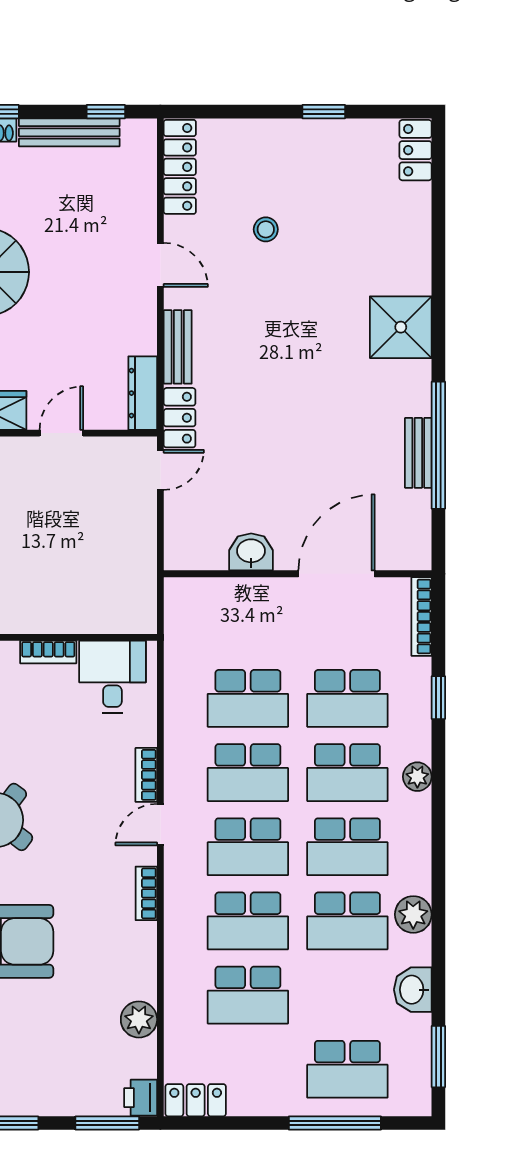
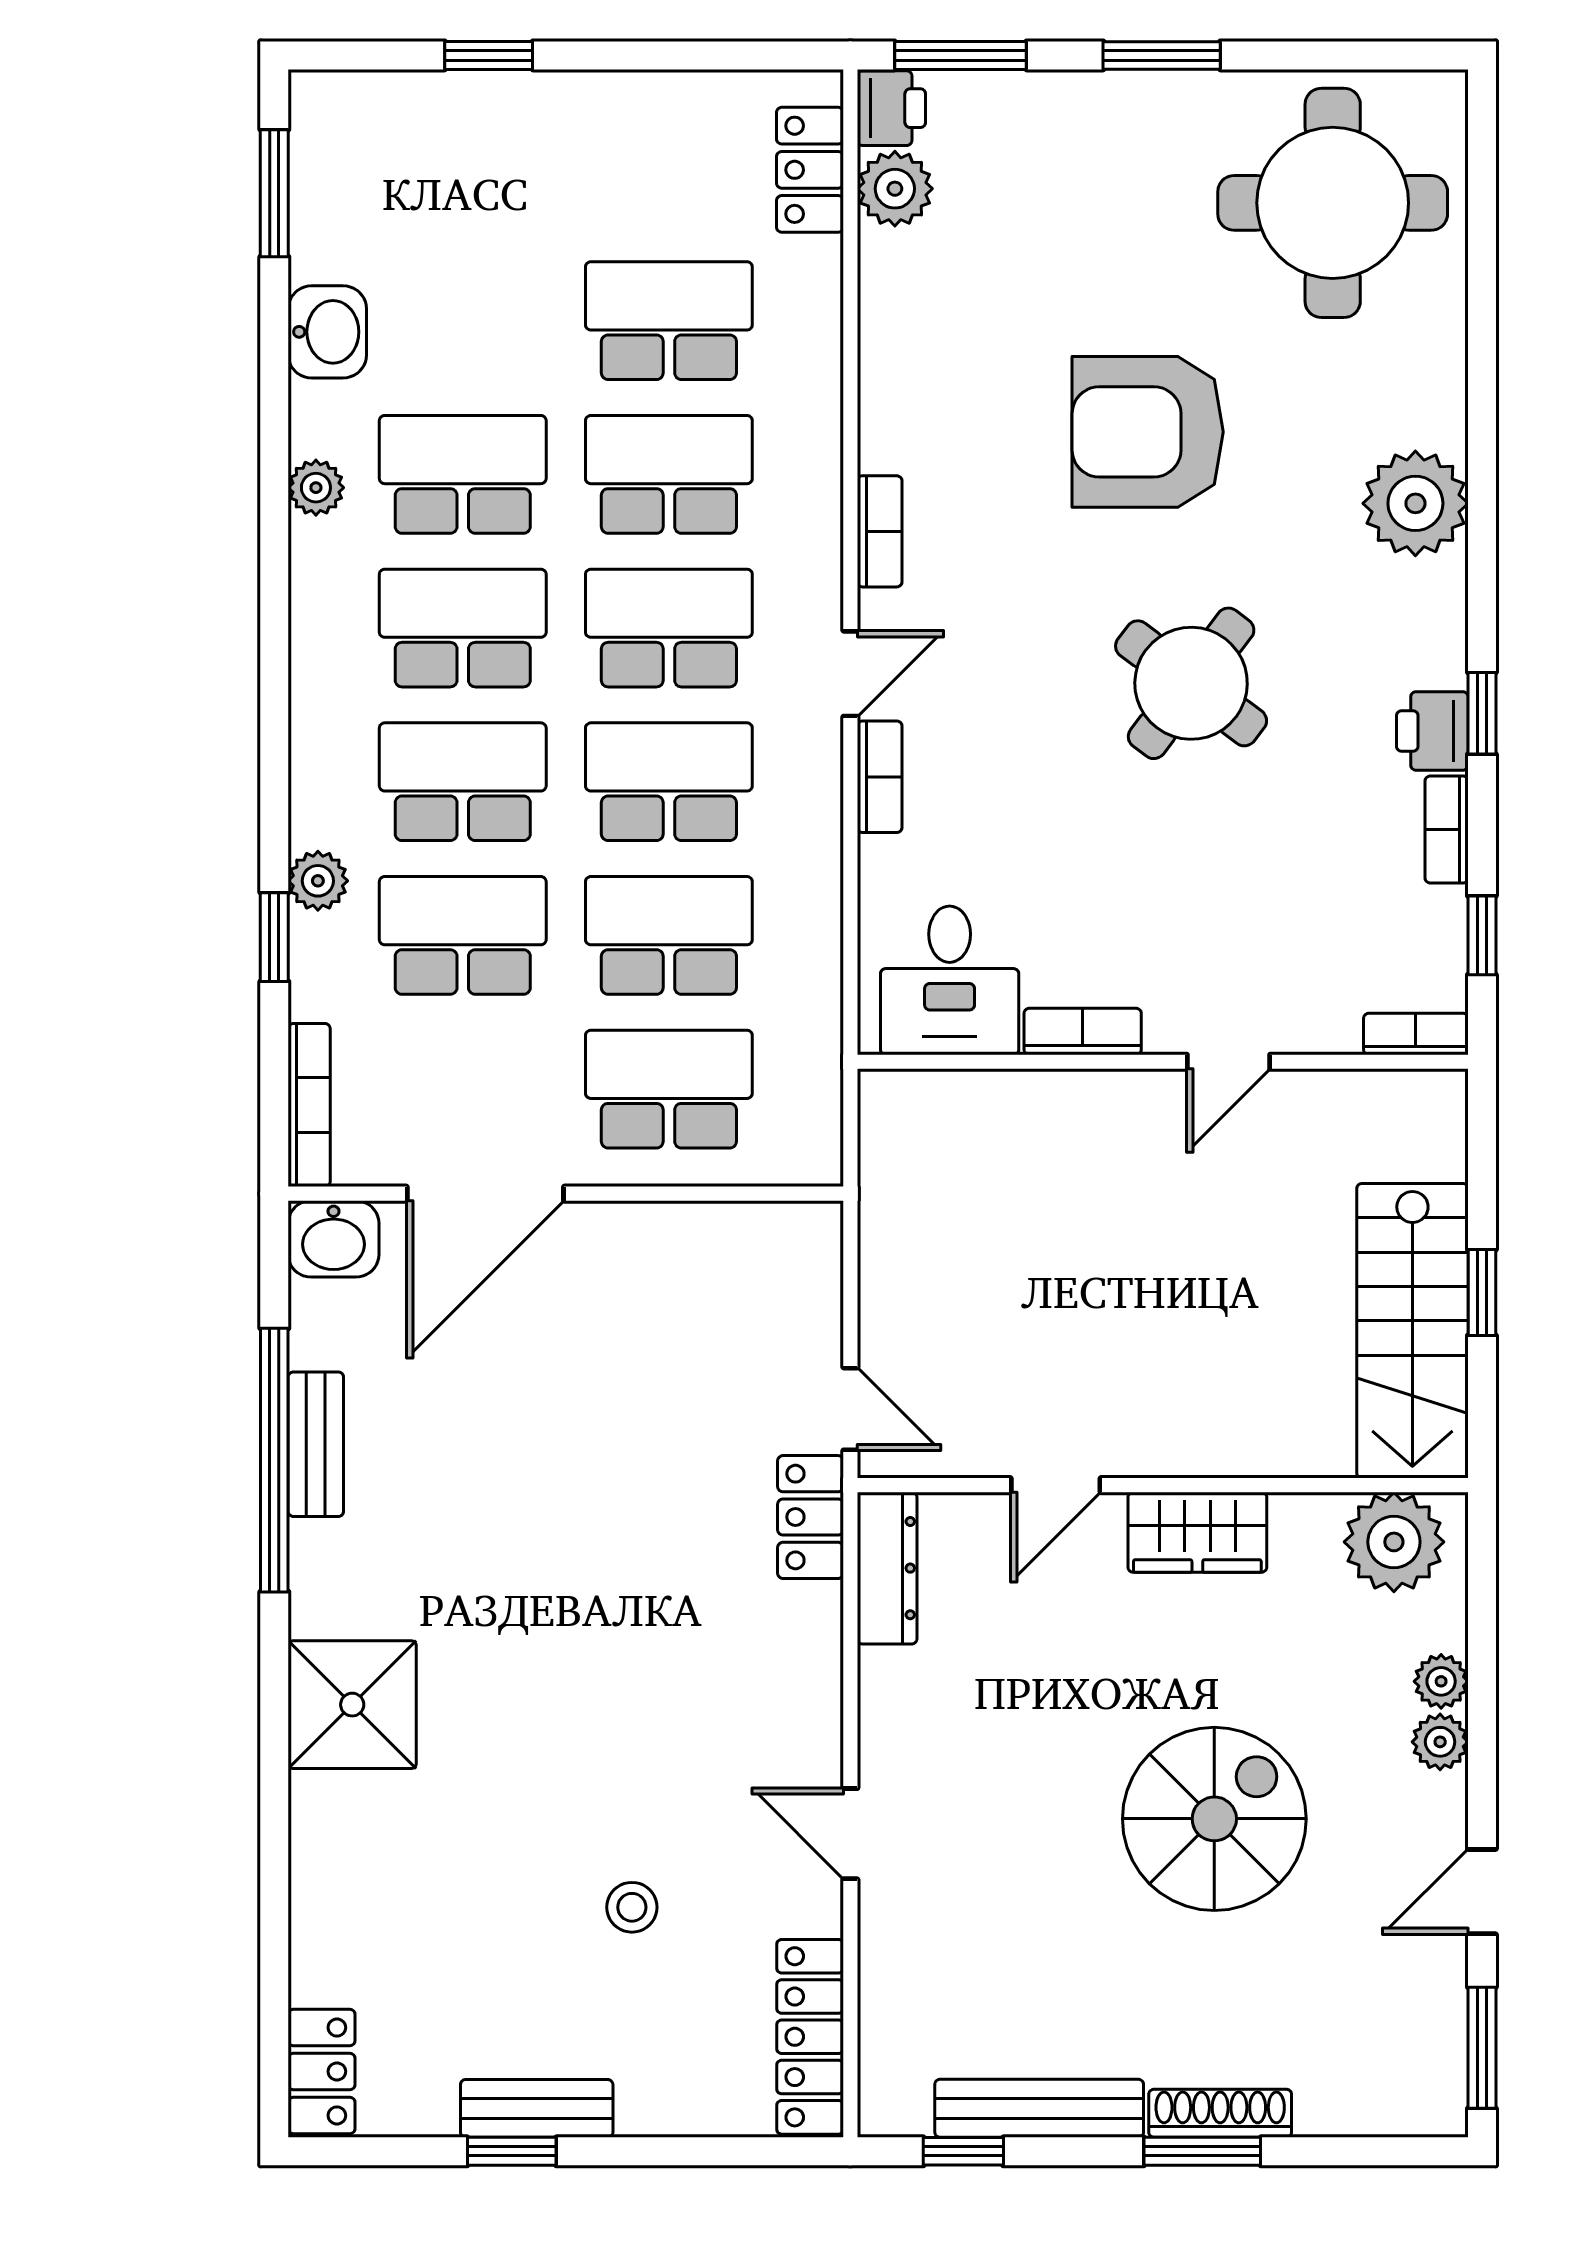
bench: (178, 347) -> (537, 2108), moved, turned 90
door: (160, 470) -> (850, 1409), swing flipped
washbasin: (251, 552) -> (334, 1239), moved
plant: (417, 777) -> (318, 881), moved
plant: (413, 914) -> (316, 488), width x0.73, depth x0.73
plant: (139, 1019) -> (895, 189), moved
school desk: (347, 1069) -> (669, 1089), moved
locker: (196, 1100) -> (810, 170), moved, turned 90
window: (335, 1123) -> (489, 55), width x0.46

